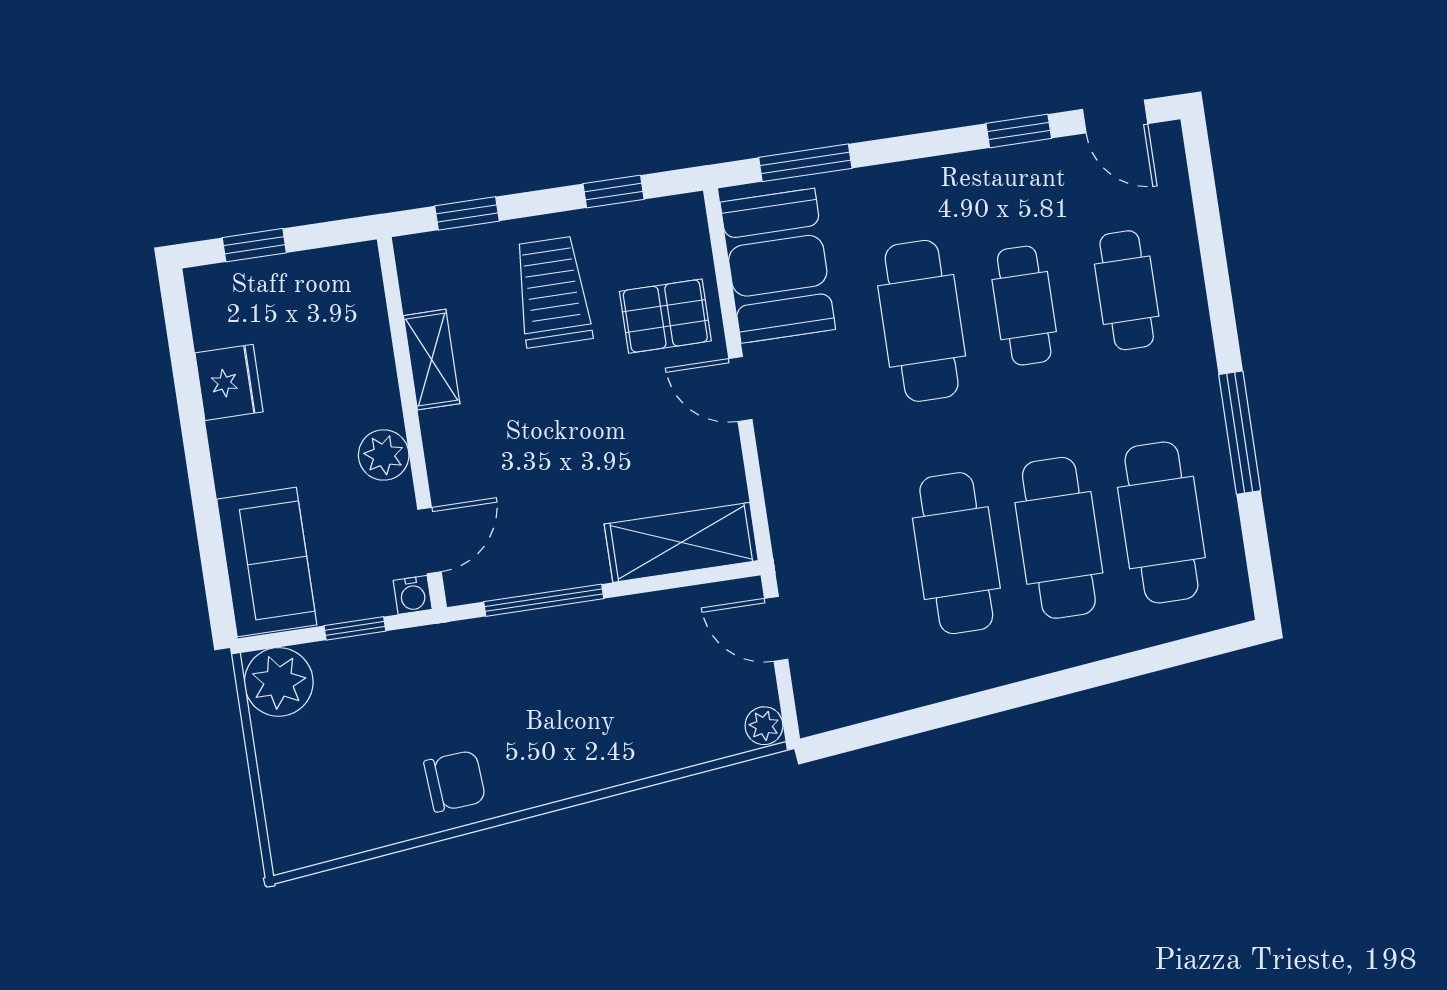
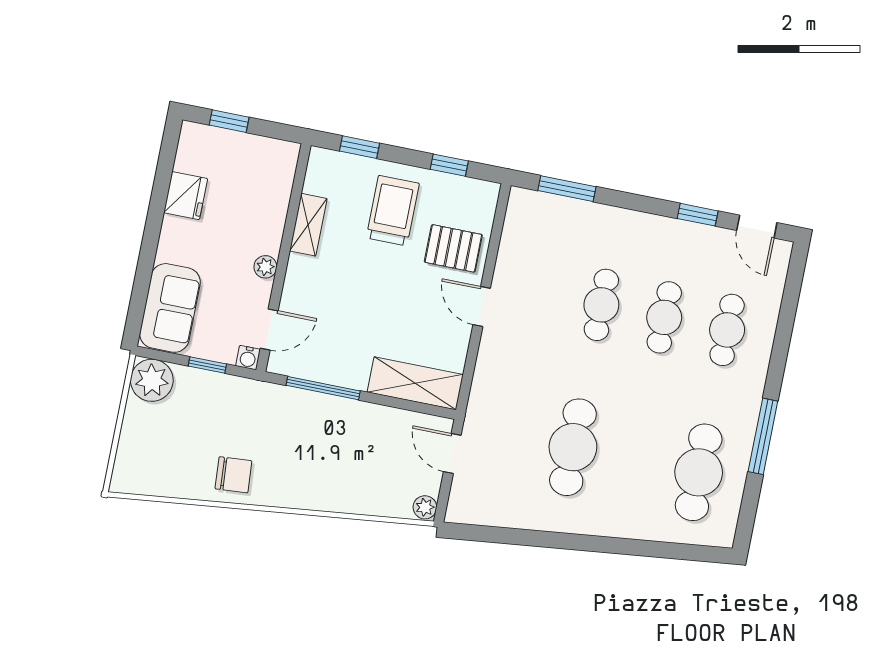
booth: (778, 266) -> (529, 243), removed
cafe table: (922, 321) -> (601, 305), width x0.73, depth x0.74
plant: (384, 455) -> (265, 267), width x0.73, depth x0.73
cafe table: (1059, 538) -> (636, 460), removed

